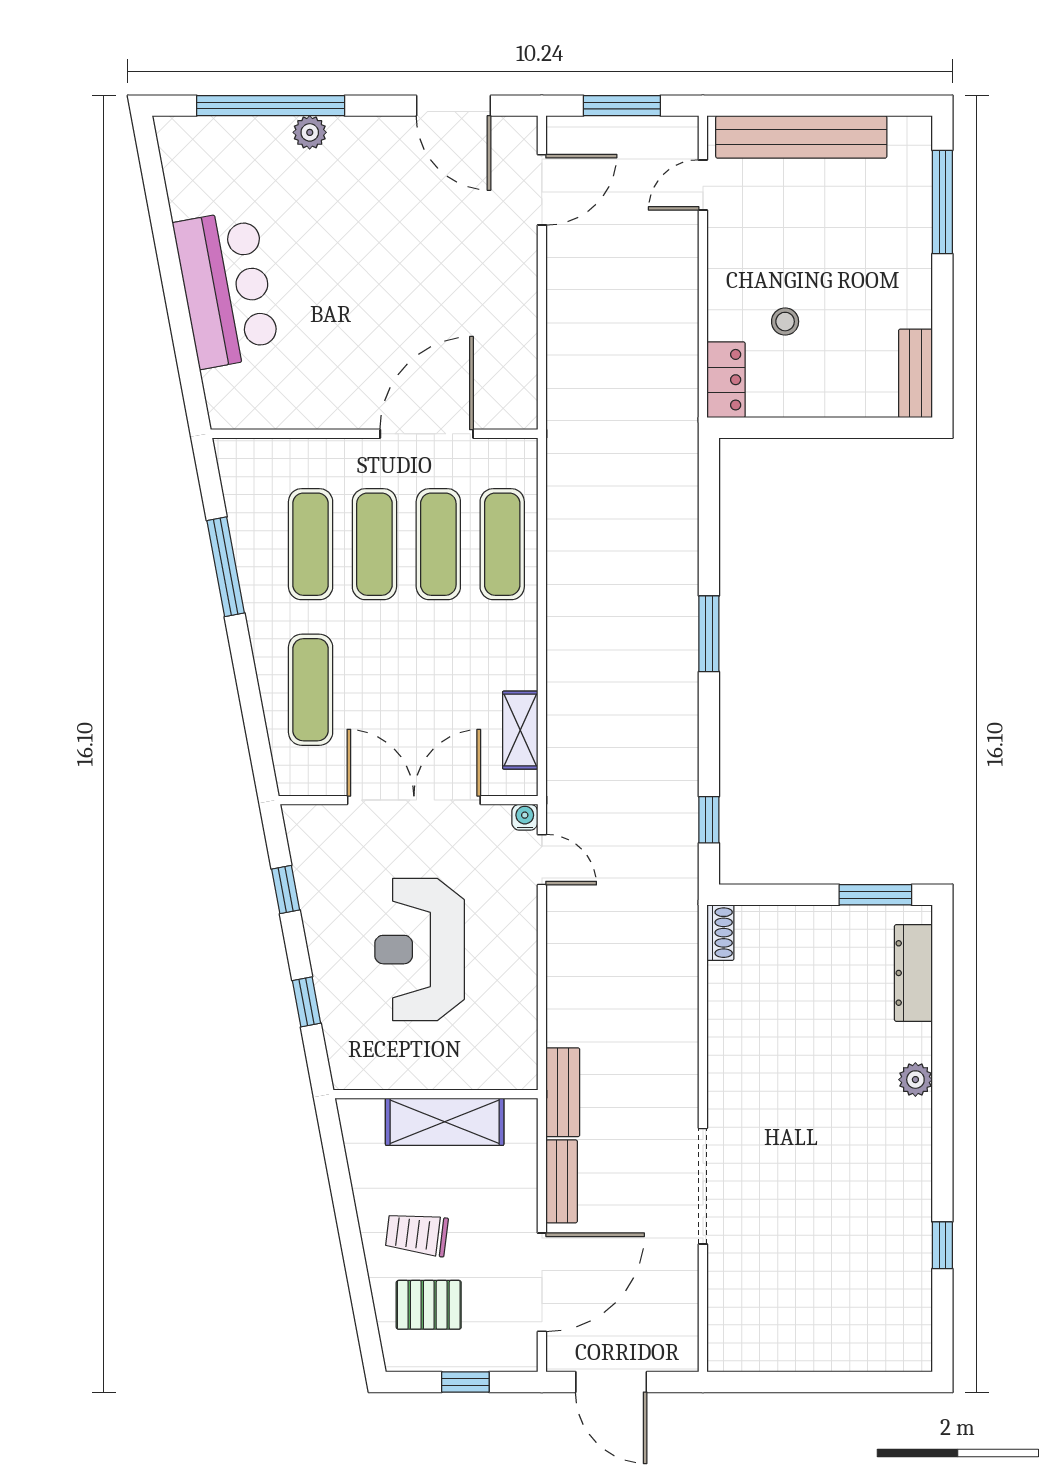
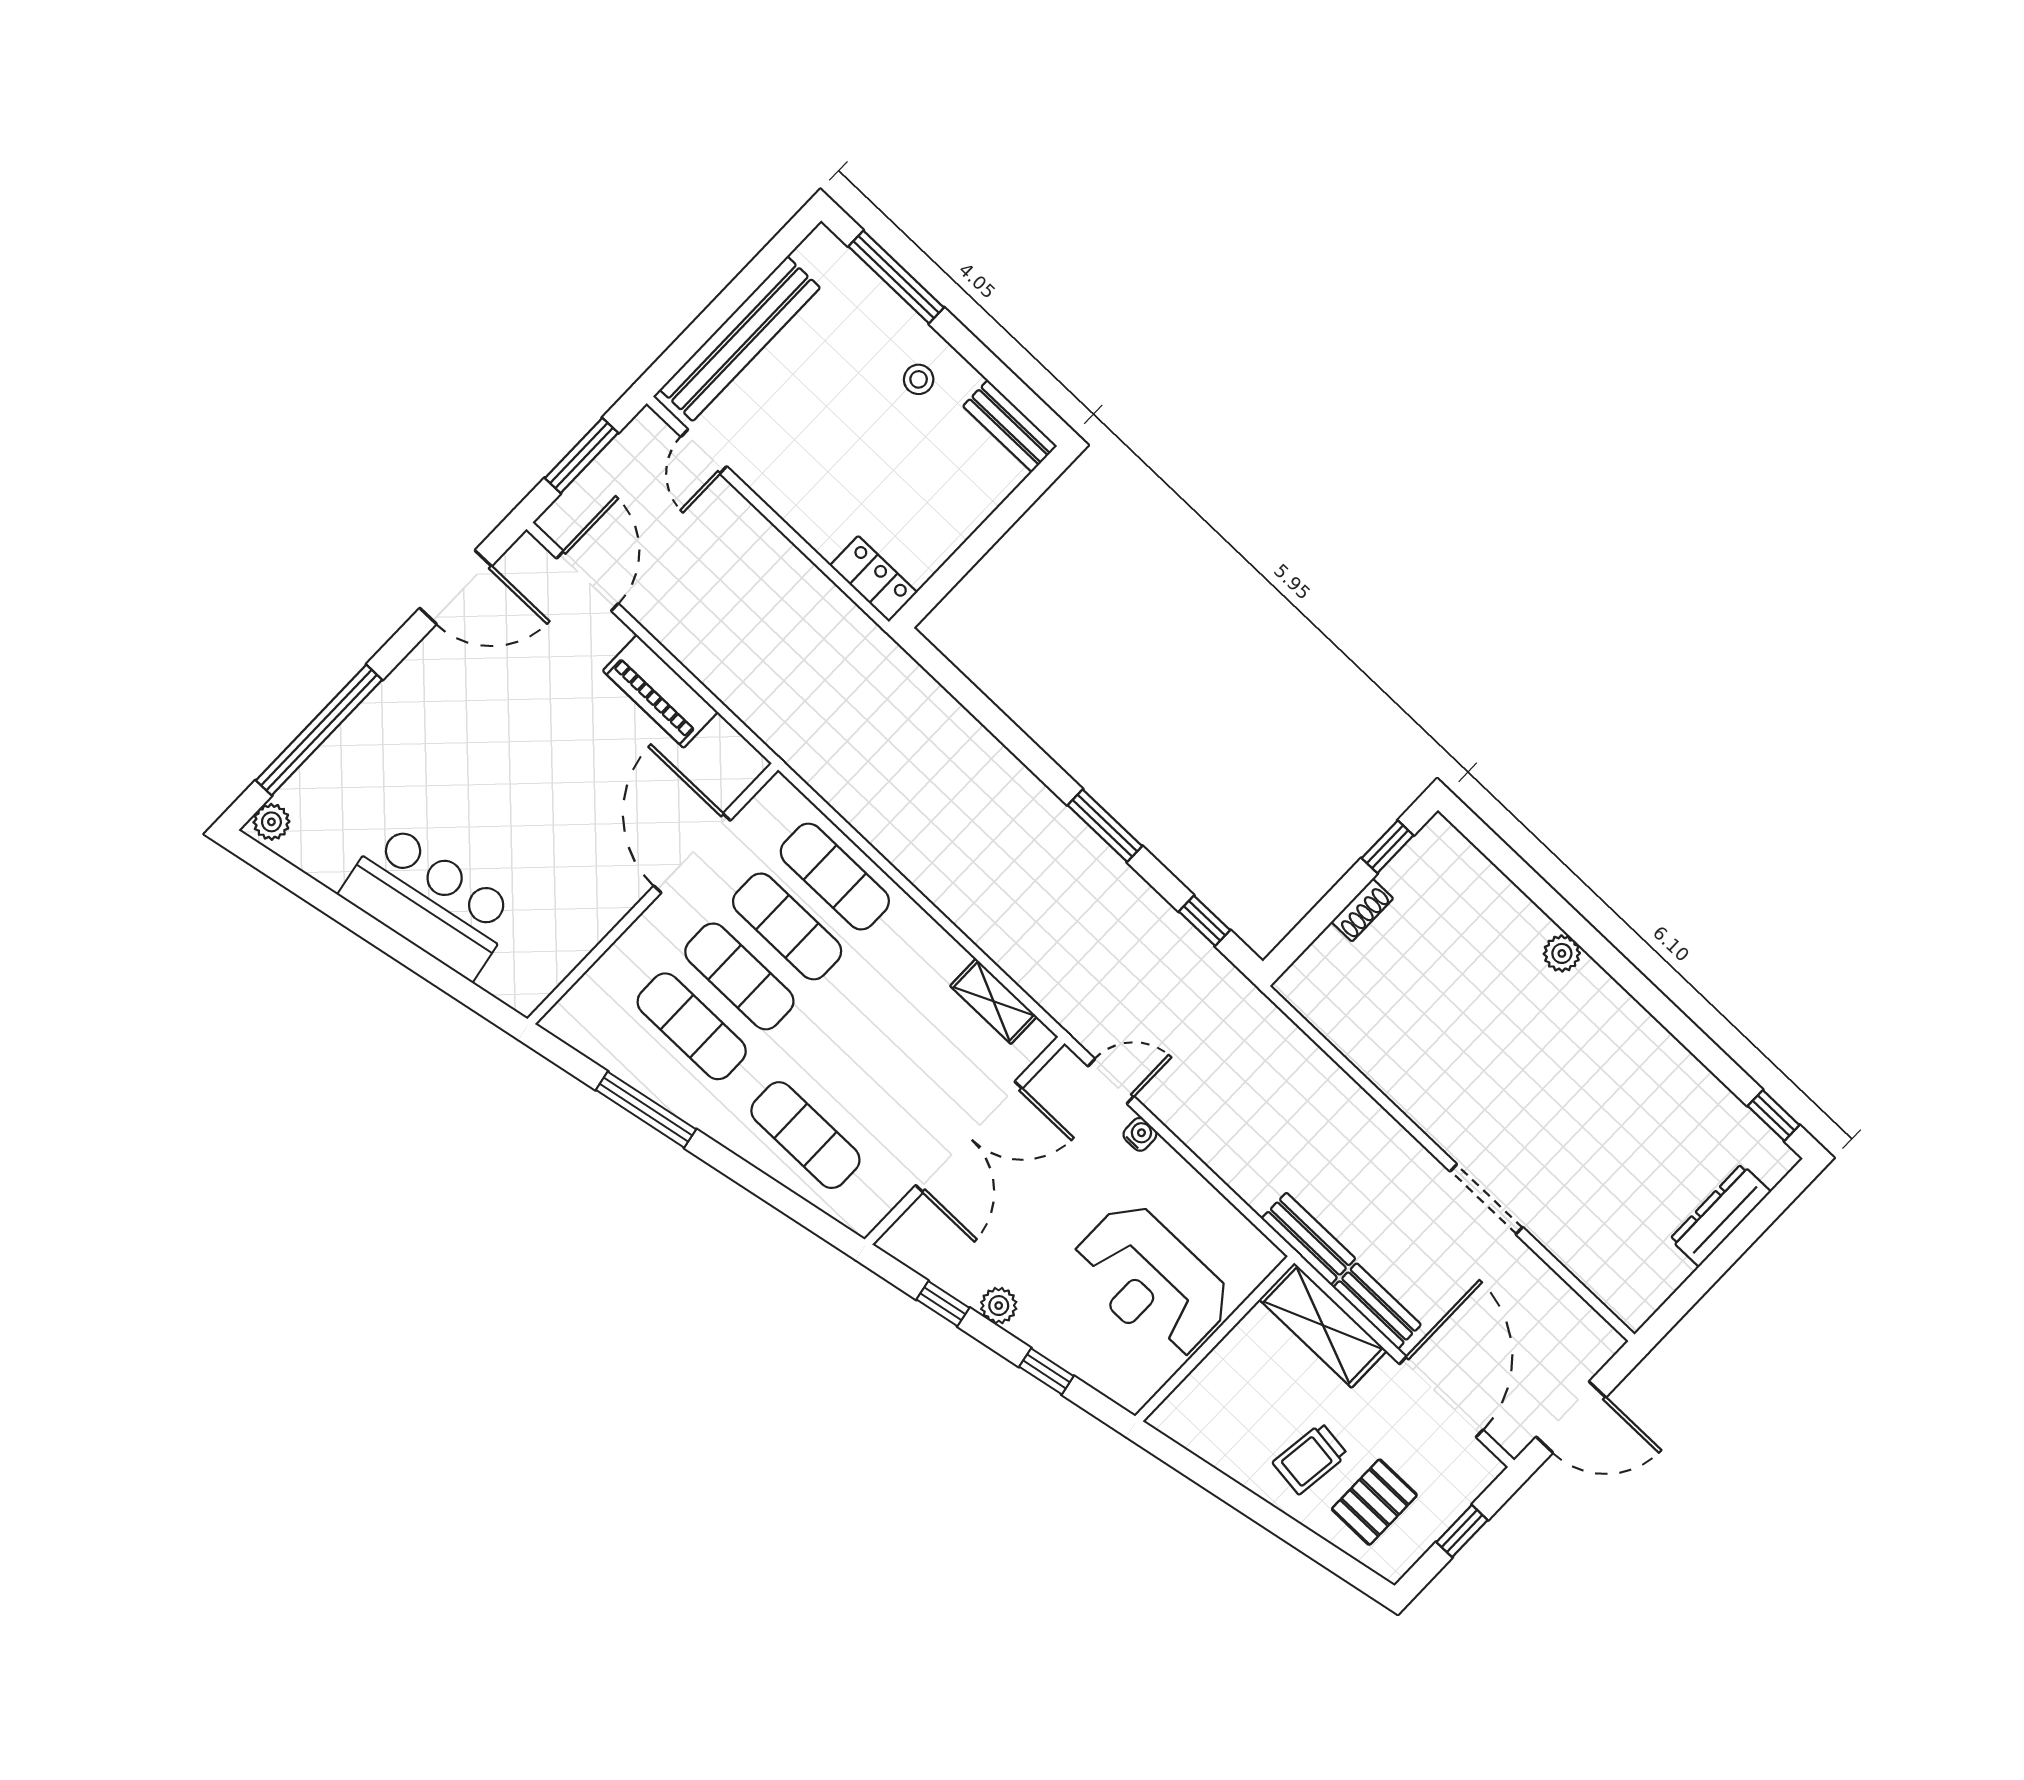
plant: (310, 132) -> (271, 822), moved
piano: (515, 309) -> (660, 691), added
stool: (785, 322) -> (919, 379), moved
window: (709, 634) -> (1105, 826), moved
double door: (414, 800) -> (969, 1137), swing flipped
water cooler: (525, 817) -> (1140, 1134), moved, turned 90
window: (875, 895) -> (1388, 847), width x0.67
plant: (320, 928) -> (999, 1306), added
shoe rack: (720, 933) -> (1362, 910), moved, turned 90
reception desk: (420, 950) -> (1151, 1281), moved
dresser: (913, 973) -> (1720, 1215), moved, turned 90
shelving: (445, 1122) -> (1323, 1325), moved, turned 90
doorway: (703, 1186) -> (1486, 1199), width x0.73
window: (942, 1245) -> (1774, 1115), moved

